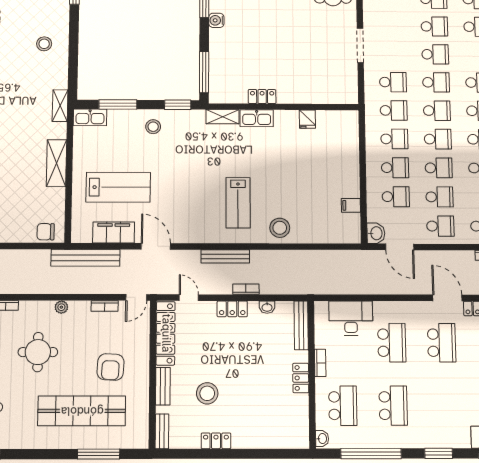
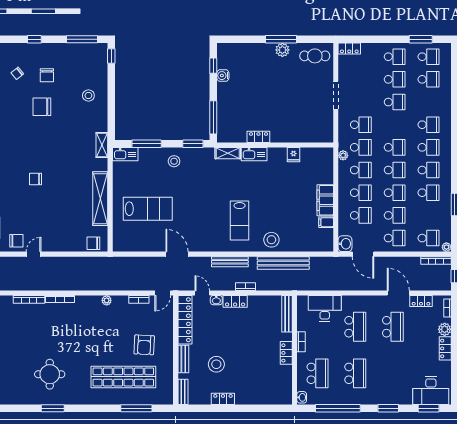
school desk: (436, 82) -> (395, 125), removed
plant: (371, 120) -> (343, 155), added
shelving: (56, 163) -> (100, 199), width x1.47
filing cabinet: (114, 232) -> (325, 200), moved, turned -90
bench: (85, 258) -> (283, 263), moved
washbasin: (267, 307) -> (216, 300), moved
round table: (38, 352) -> (90, 334), removed

